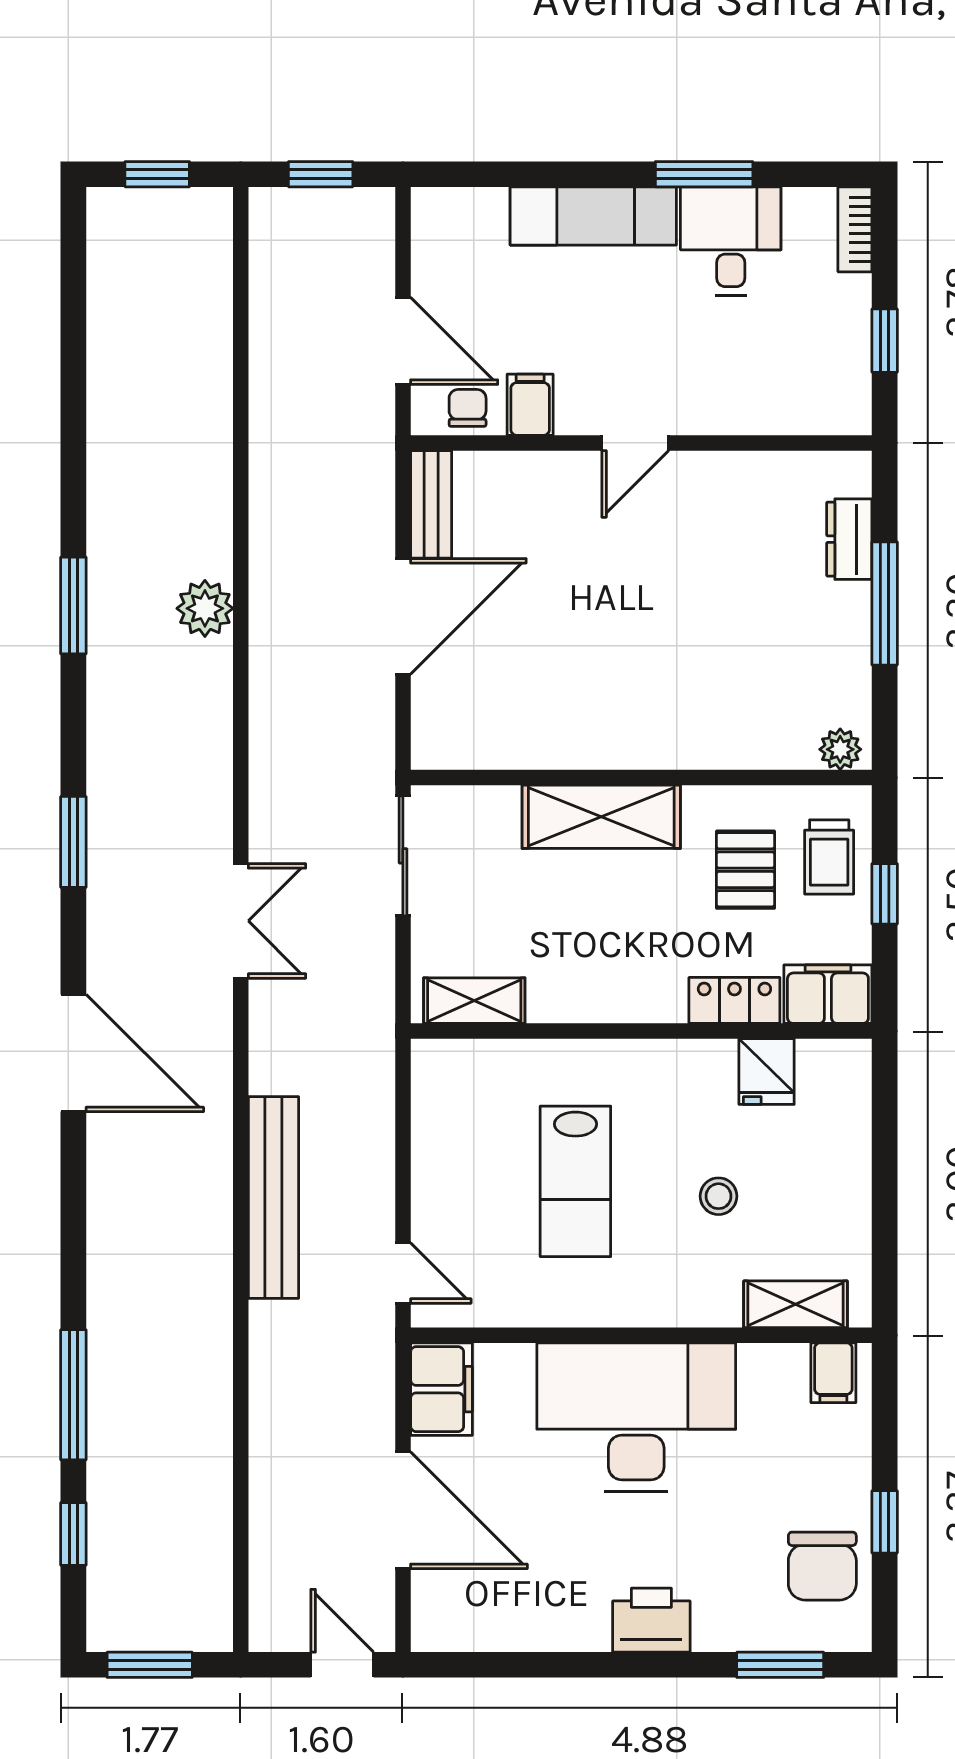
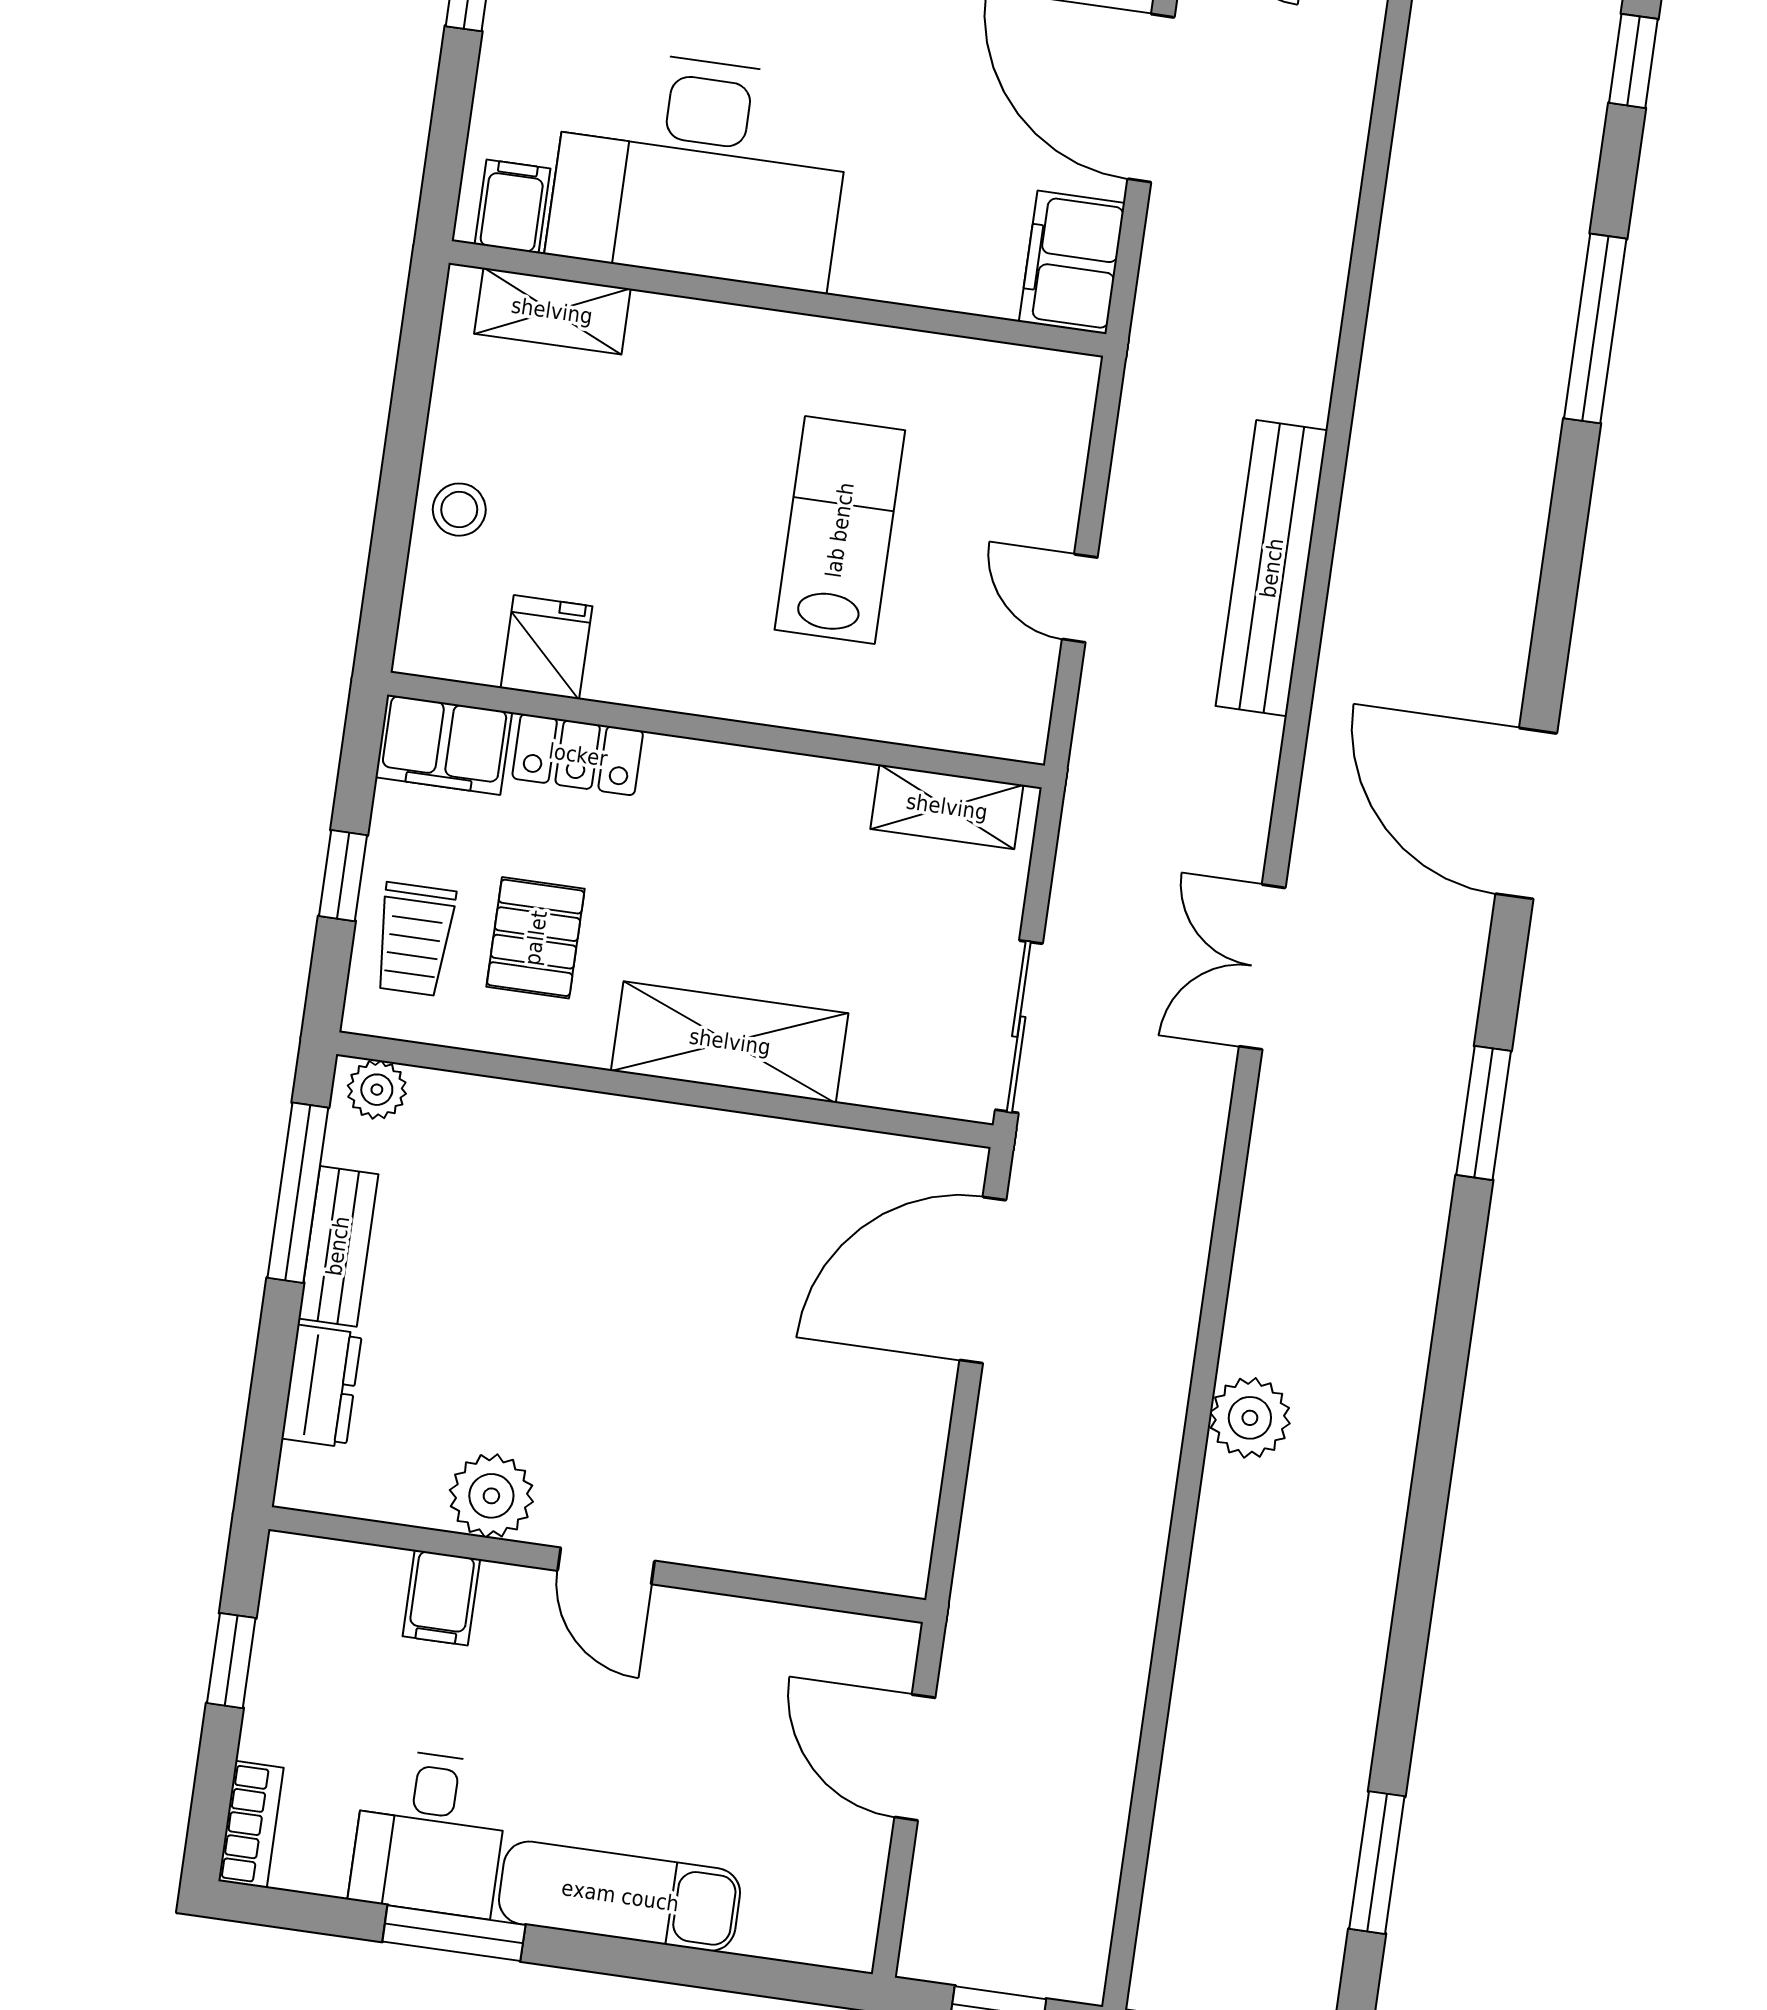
filing cabinet: (530, 405) -> (441, 1598), moved
chair: (468, 408) -> (837, 1649), removed
door: (635, 443) -> (606, 1566), swing flipped
plant: (721, 480) -> (491, 1496), added
bench: (431, 504) -> (338, 1246), moved
window: (885, 603) -> (298, 1193), moved
window: (73, 606) -> (1377, 1863), moved
door: (403, 616) -> (983, 1280), moved
trolley: (829, 857) -> (414, 939), turned 180
stool: (718, 1196) -> (459, 510), moved
door: (403, 1273) -> (1080, 598), moved
desk: (636, 1417) -> (700, 169), moved
window: (73, 1534) -> (1633, 61), moved

